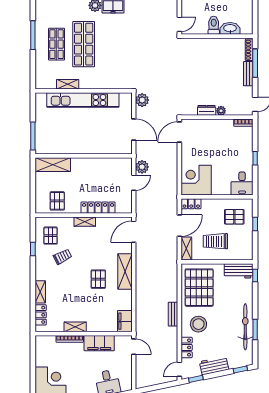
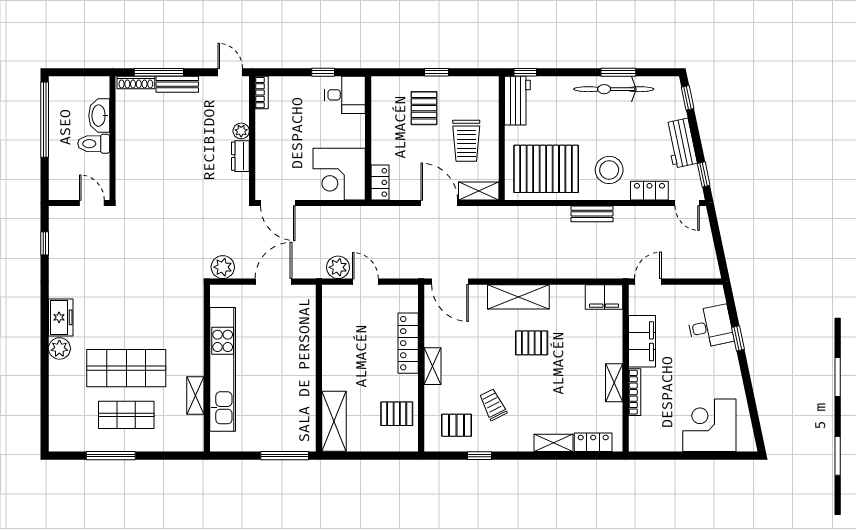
corner desk: (196, 180) -> (339, 174), moved
desk: (242, 183) -> (345, 95), moved
wall: (217, 197) -> (368, 138), moved
locker: (191, 204) -> (380, 182), moved

